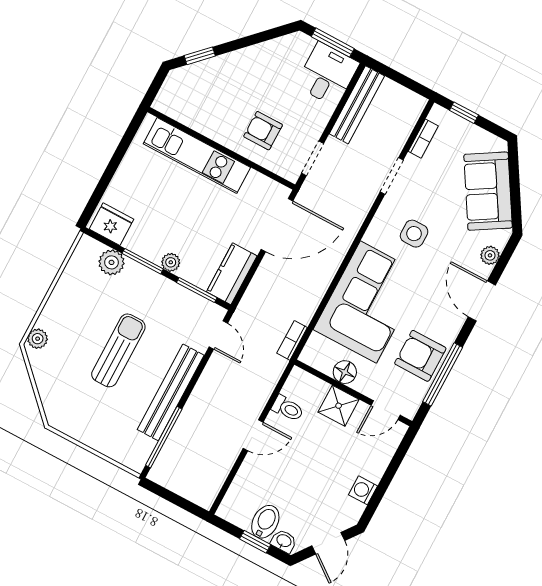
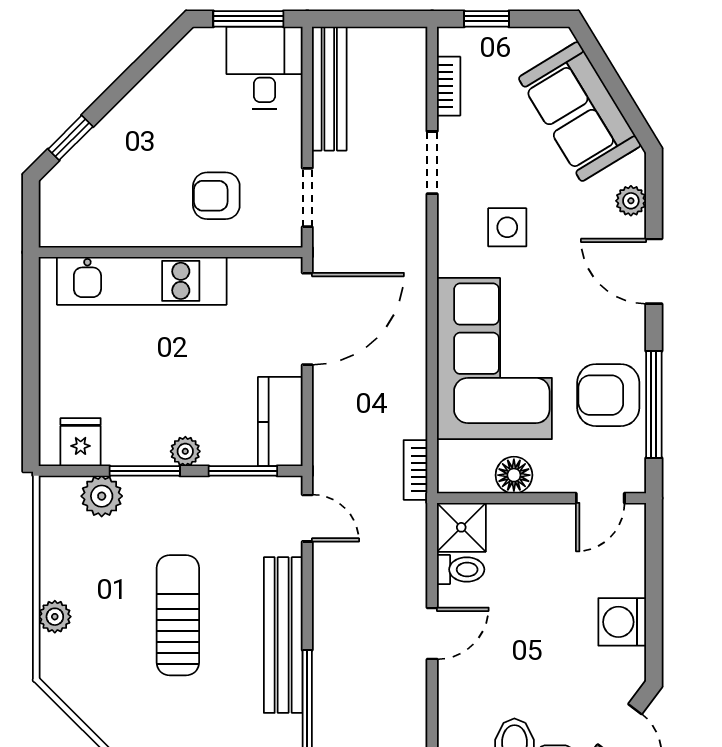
fridge: (111, 224) -> (81, 442), width x0.72
plant: (38, 339) -> (55, 617), moved
shower: (339, 406) -> (461, 527), moved
washing machine: (363, 490) -> (622, 622), width x1.38, depth x1.38

